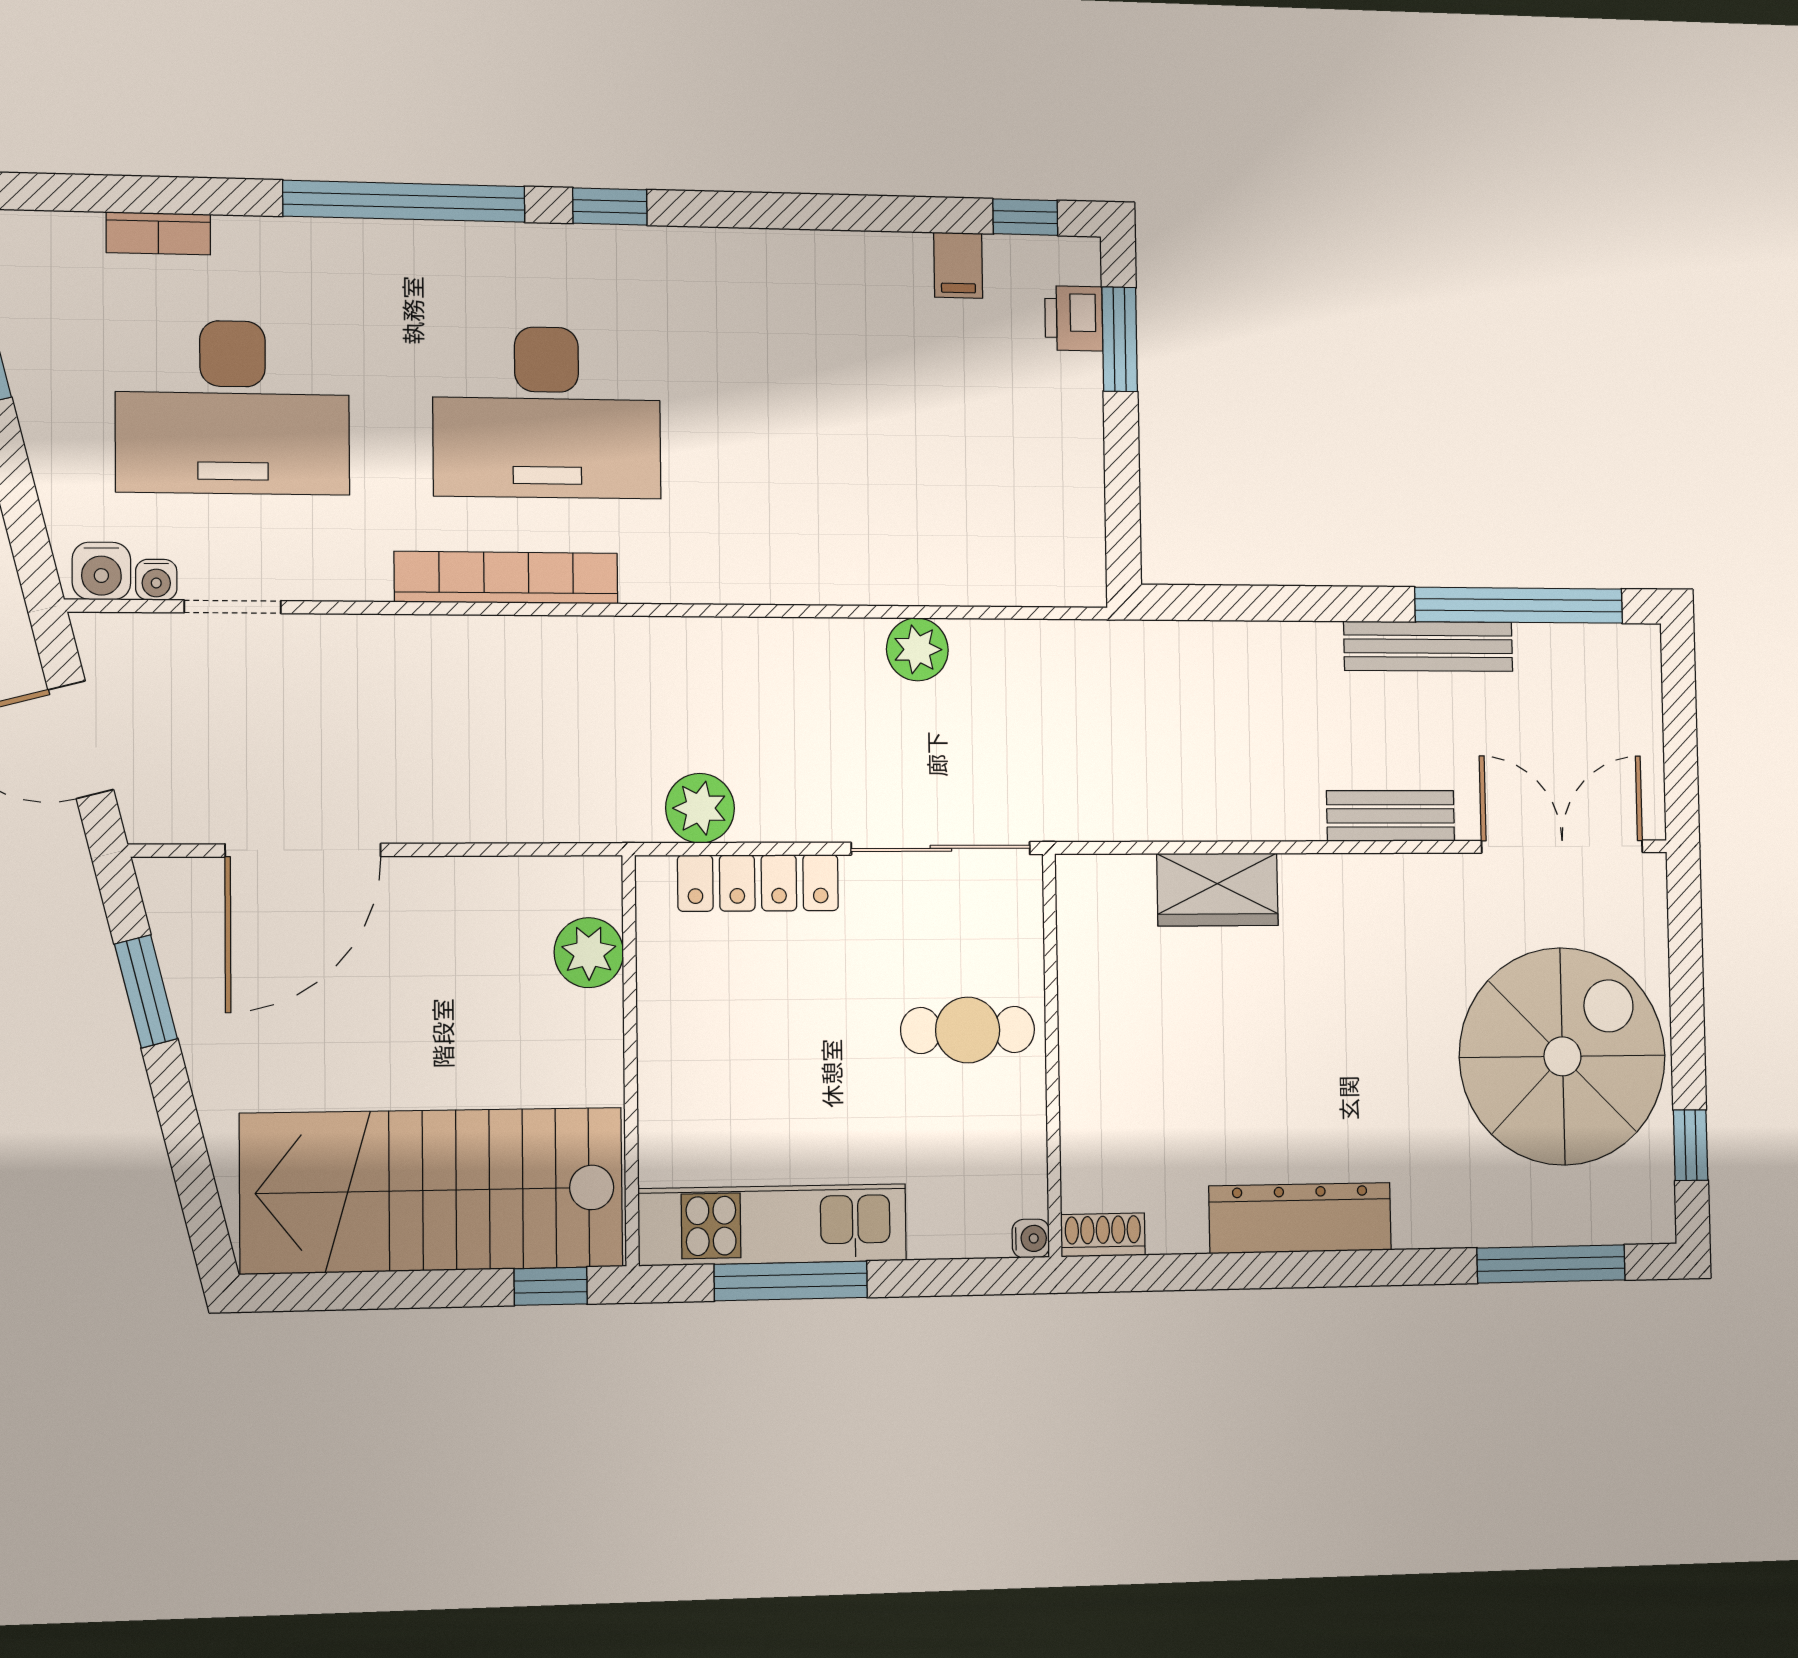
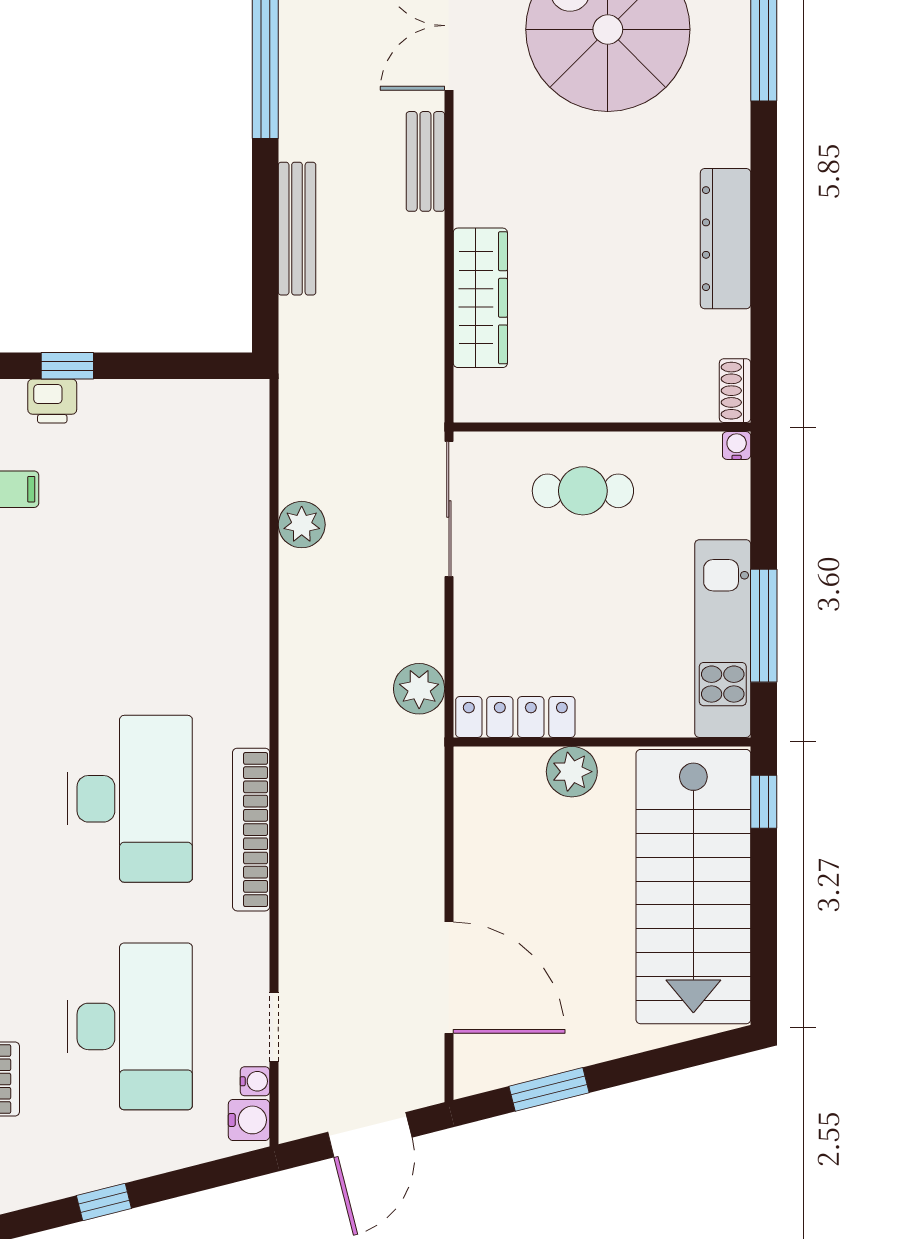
window: (1120, 339) -> (67, 366), width x0.67
bench: (1428, 646) -> (297, 229), moved
locker: (758, 883) -> (515, 717), moved, turned -90
wardrobe: (1218, 889) -> (480, 298), width x1.50
plant: (589, 953) -> (572, 772), moved
cafe table: (968, 1030) -> (583, 491), turned 90

